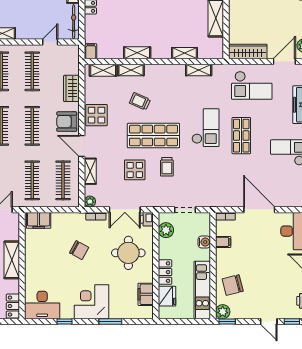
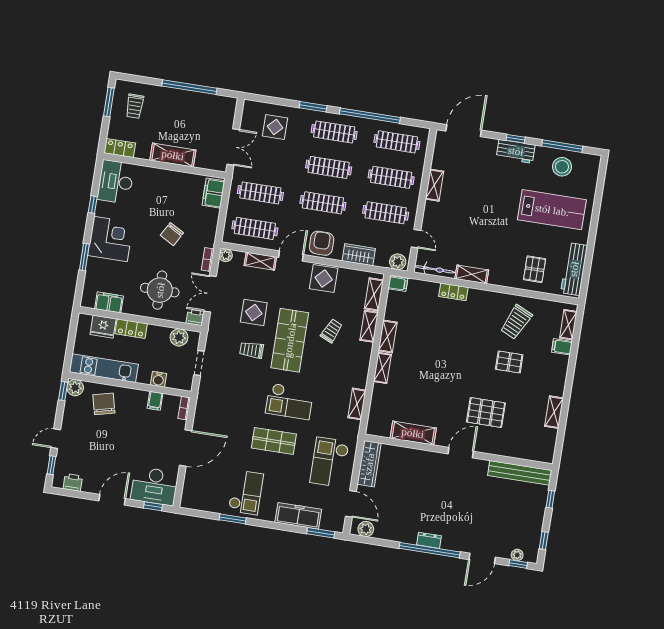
shelving: (184, 53) -> (382, 368), moved
plant: (72, 54) -> (398, 262), added

